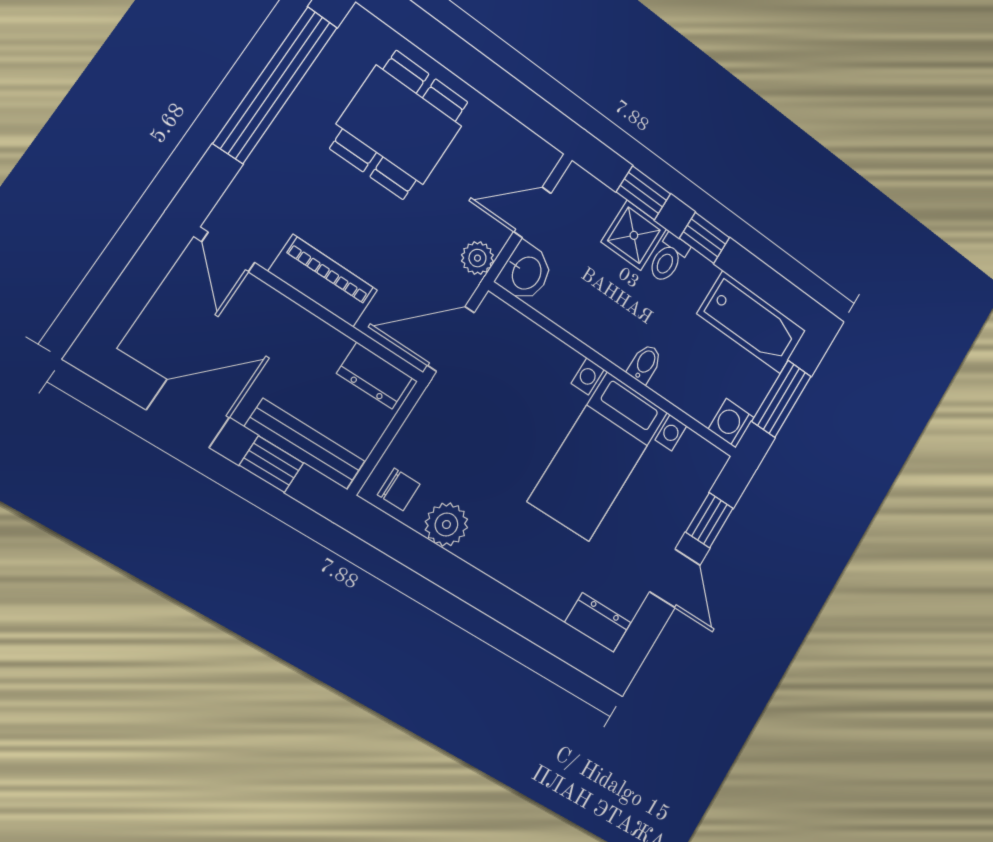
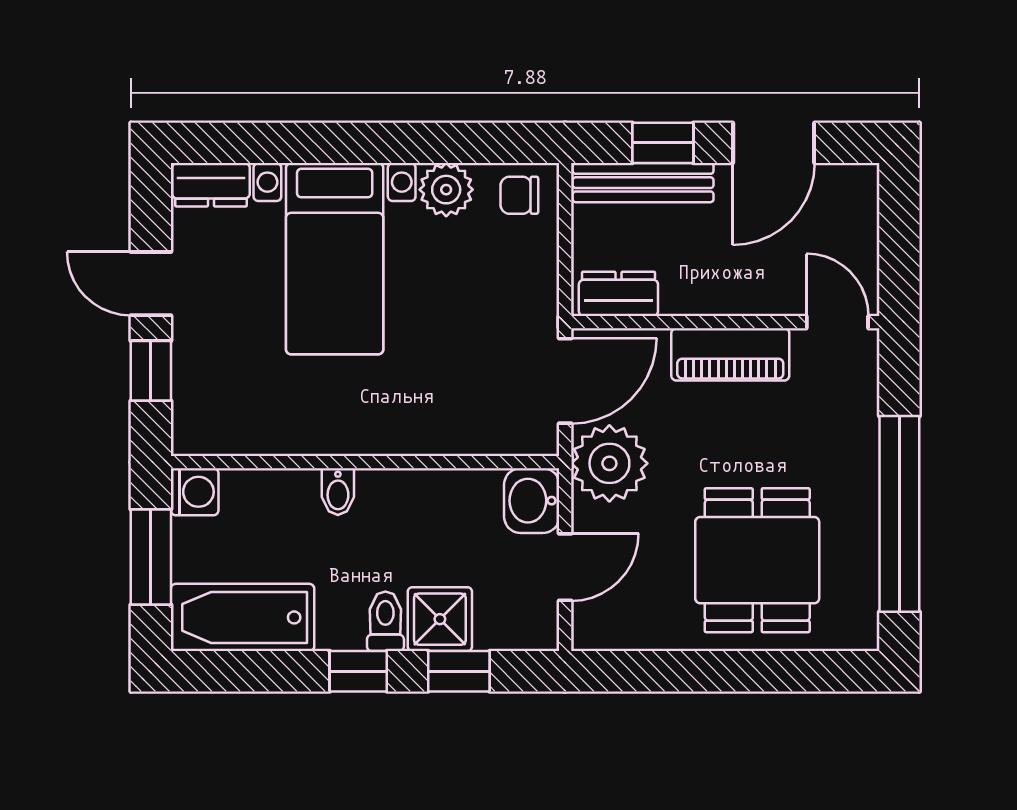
plant: (477, 258) -> (609, 463), width x1.88, depth x1.88
bed with nightstands: (598, 456) -> (335, 259), moved, turned 180

